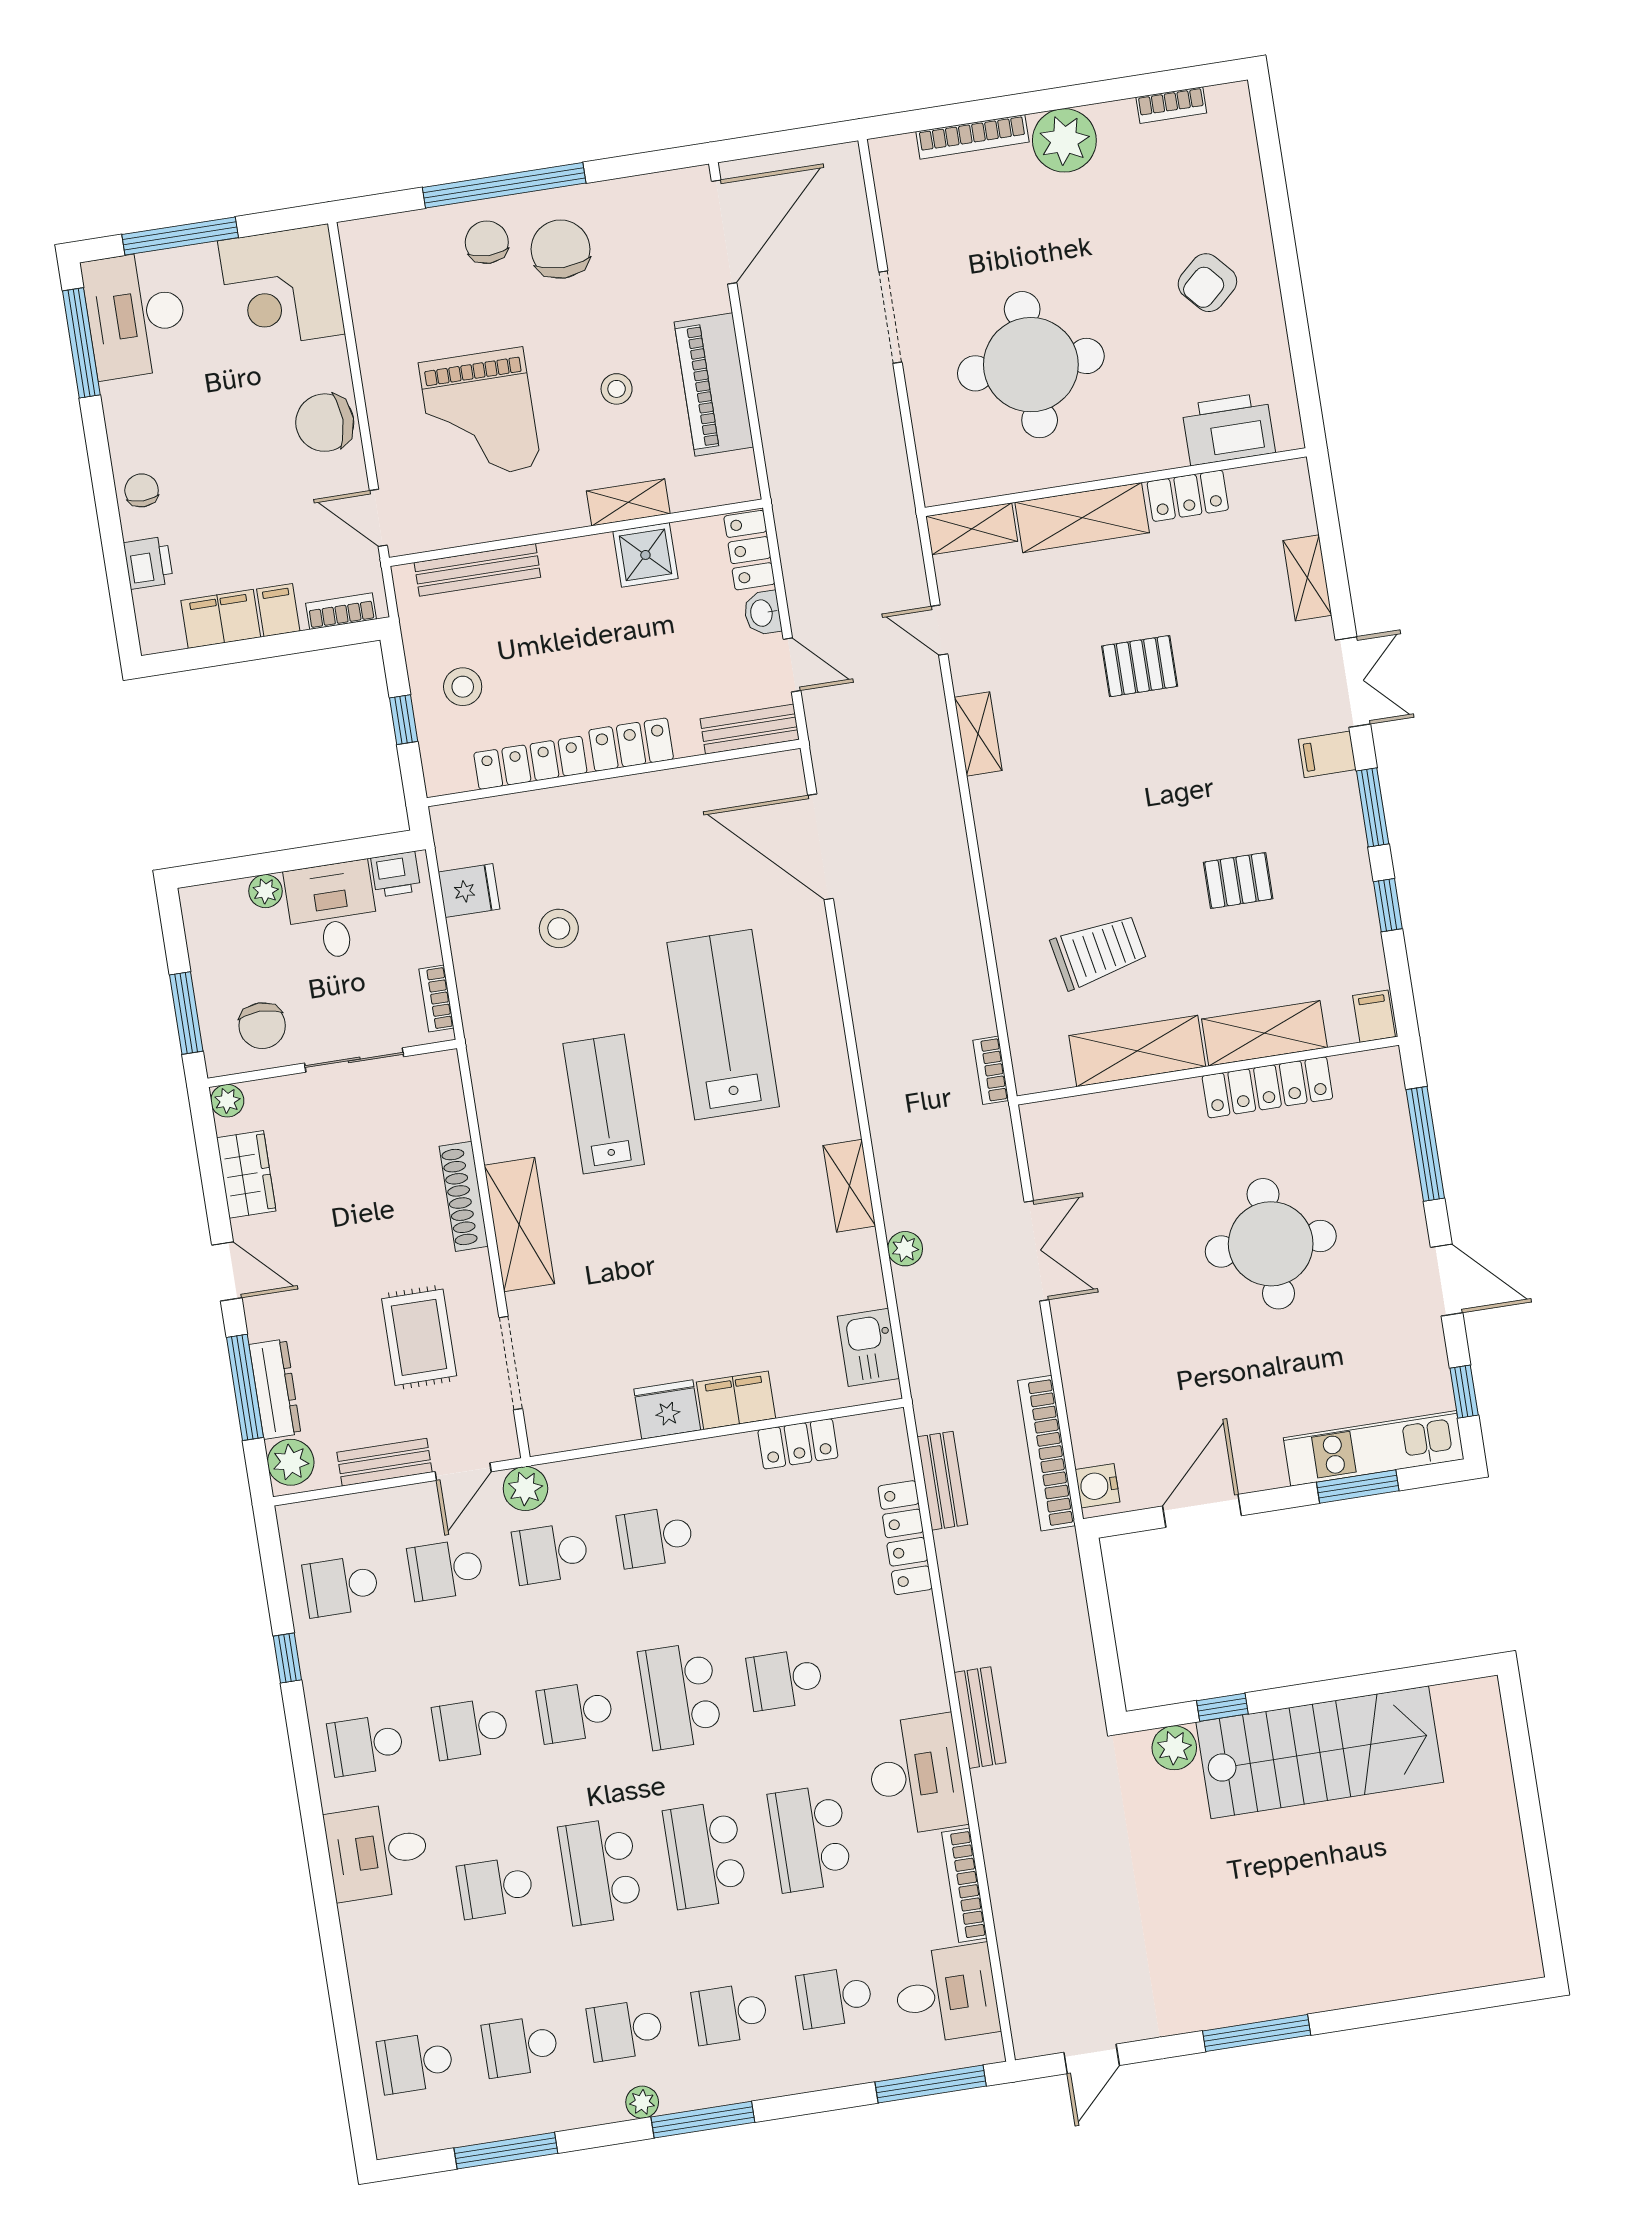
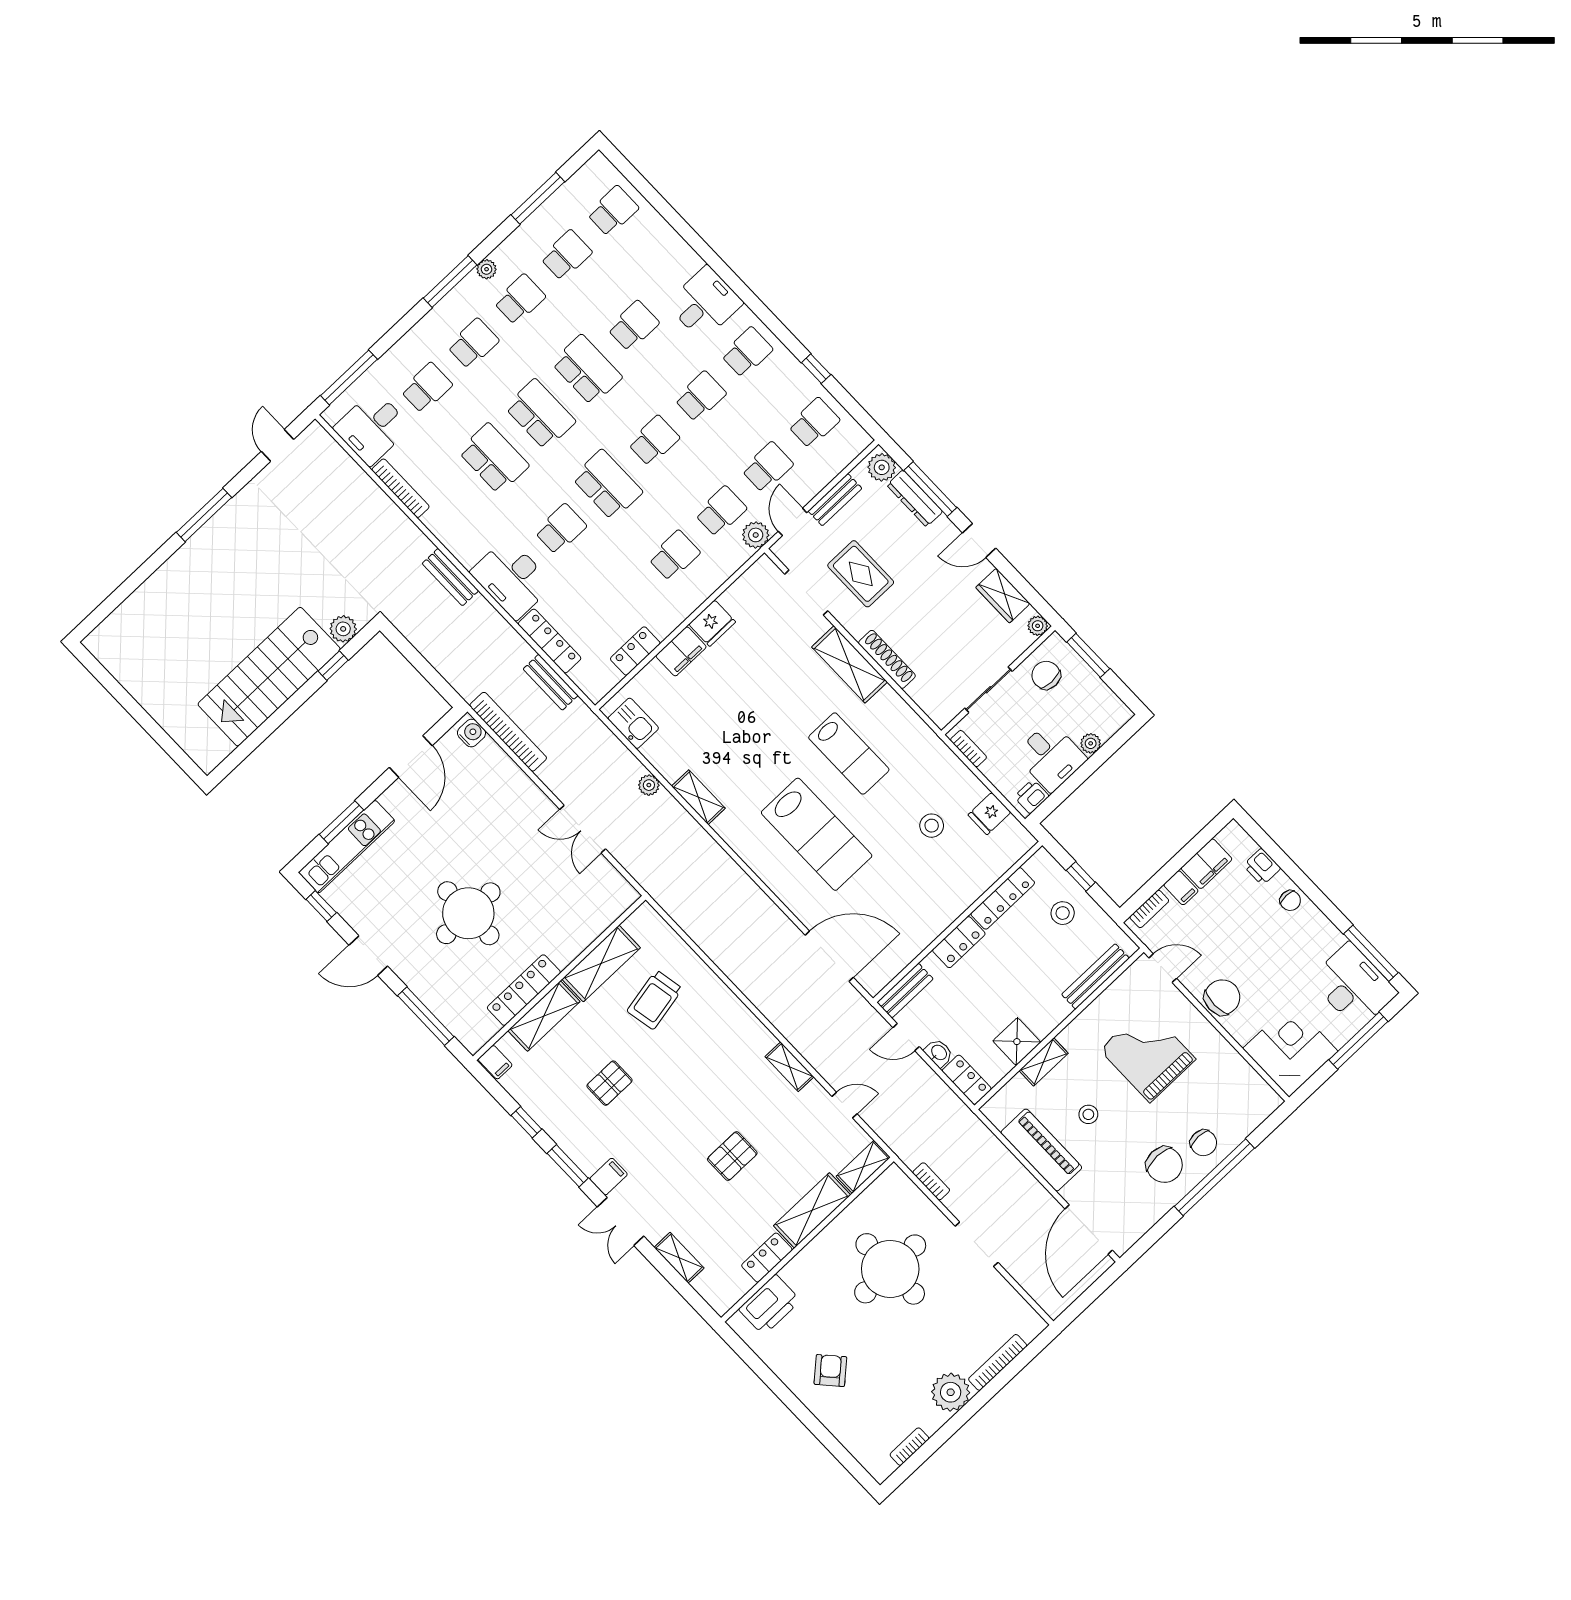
bookcase: (991, 1070) -> (931, 1181), moved
desk: (916, 1775) -> (512, 579), moved

